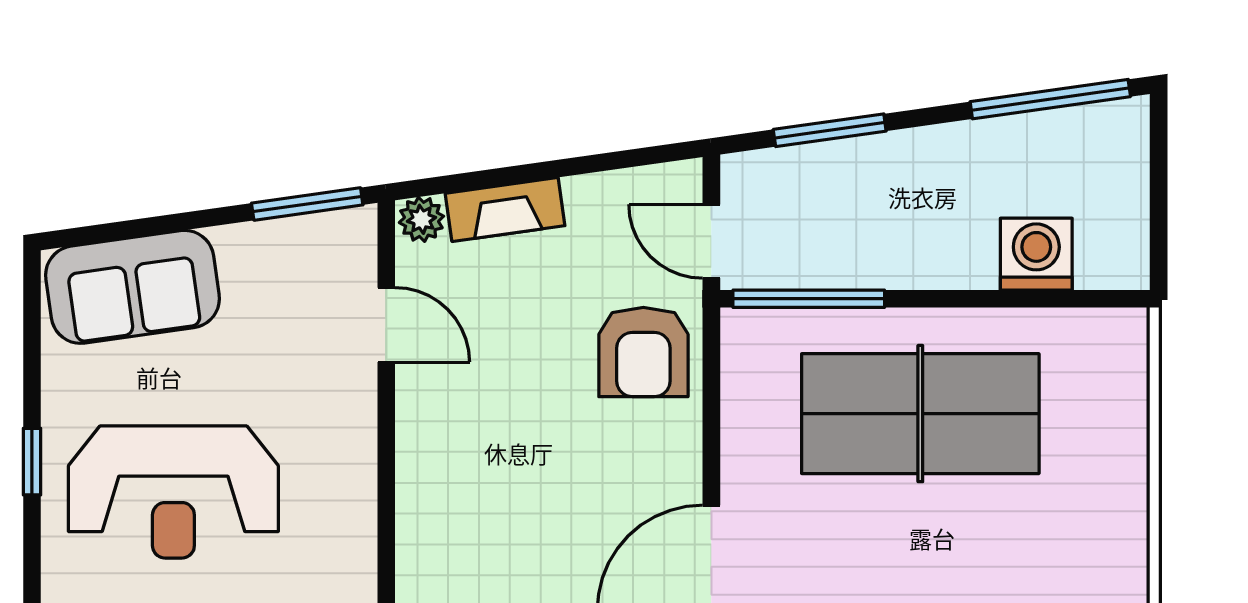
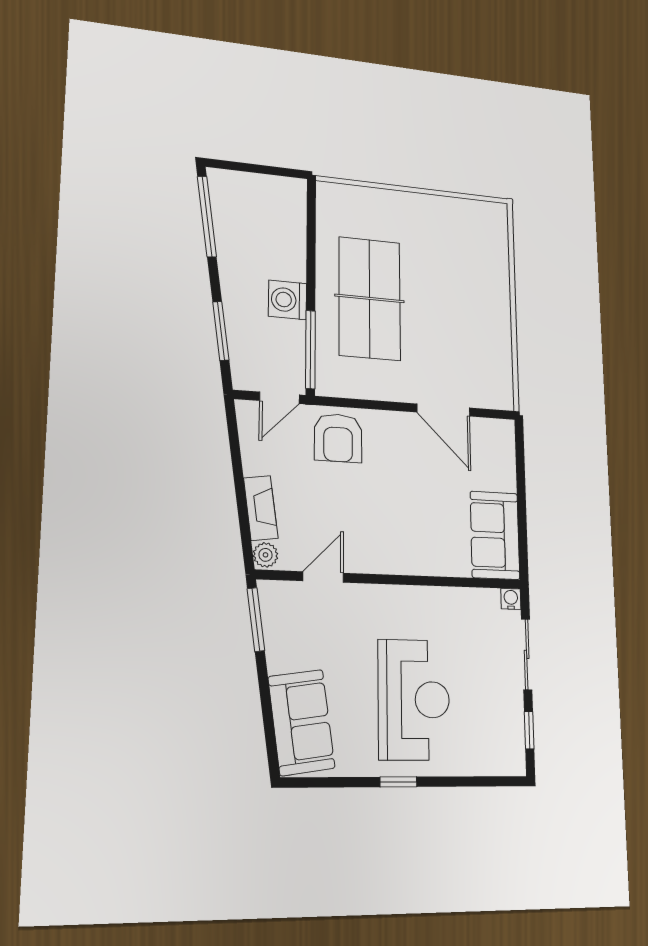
washing machine: (1036, 254) -> (287, 300), moved
armchair: (643, 352) -> (338, 438), turned 90

